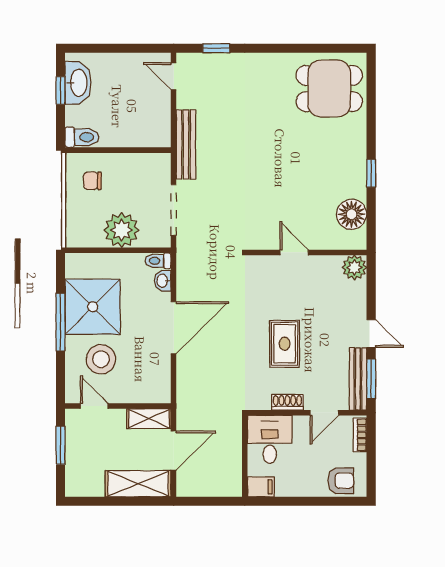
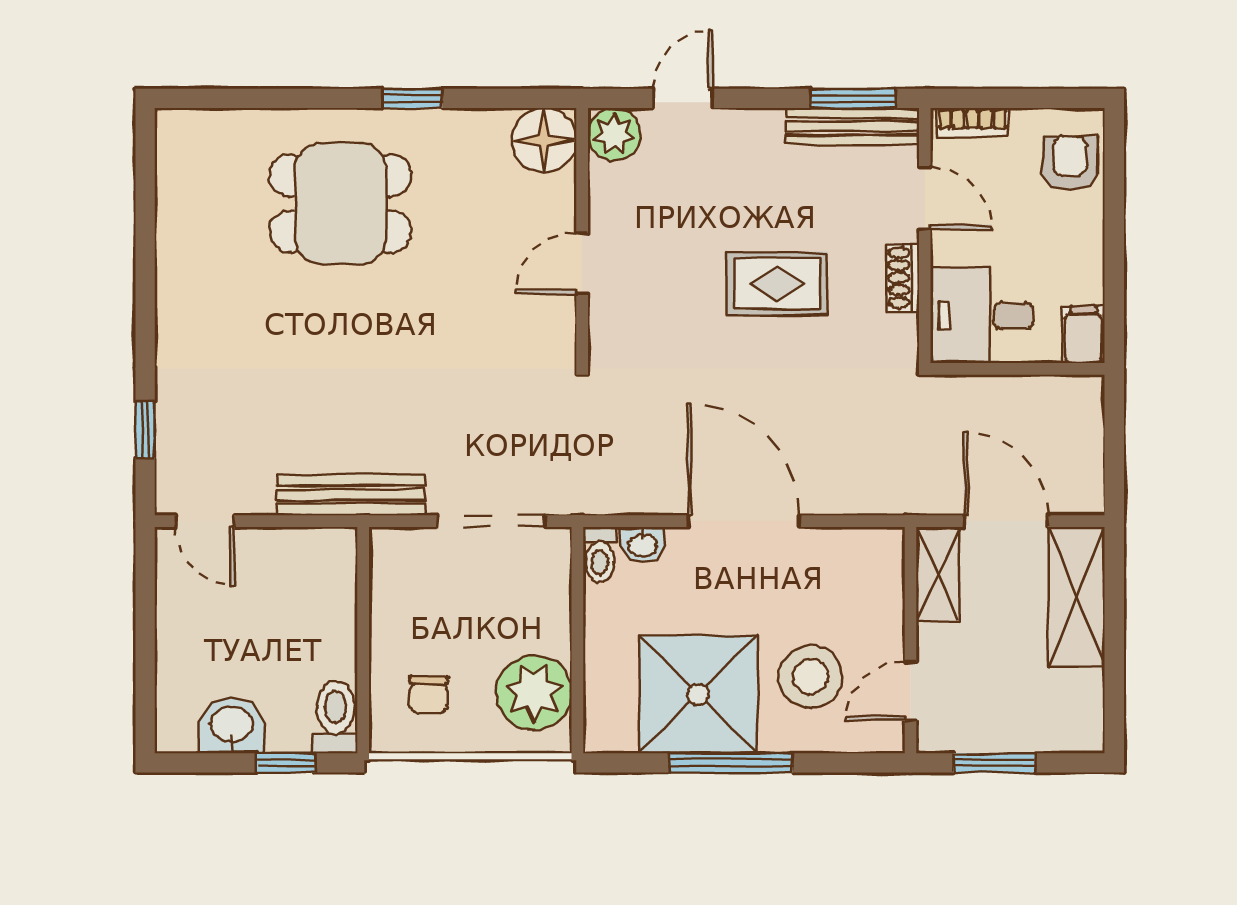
door: (174, 76) -> (205, 521), hinge flipped
washbasin: (78, 83) -> (232, 726), width x0.72
dining table: (329, 89) -> (340, 204), moved, turned 90
window: (61, 91) -> (286, 763), moved
floor lamp: (352, 214) -> (544, 140), moved
plant: (122, 230) -> (534, 692), moved
door: (371, 333) -> (683, 98), moved

